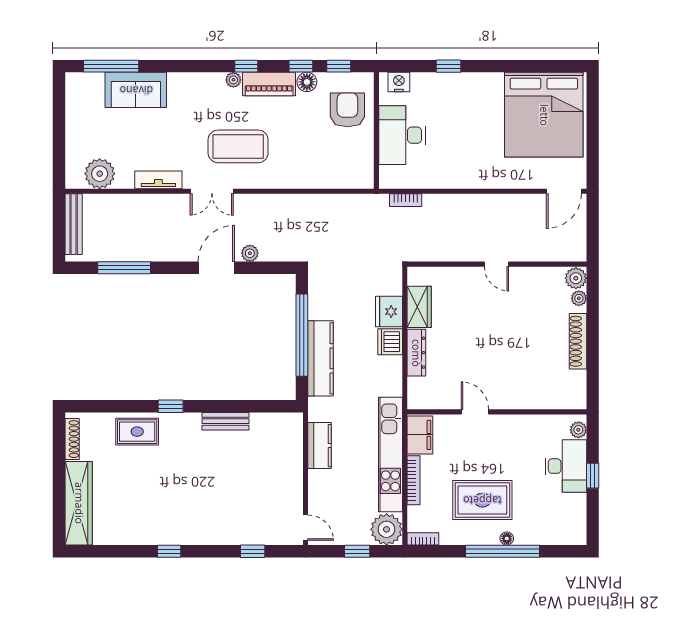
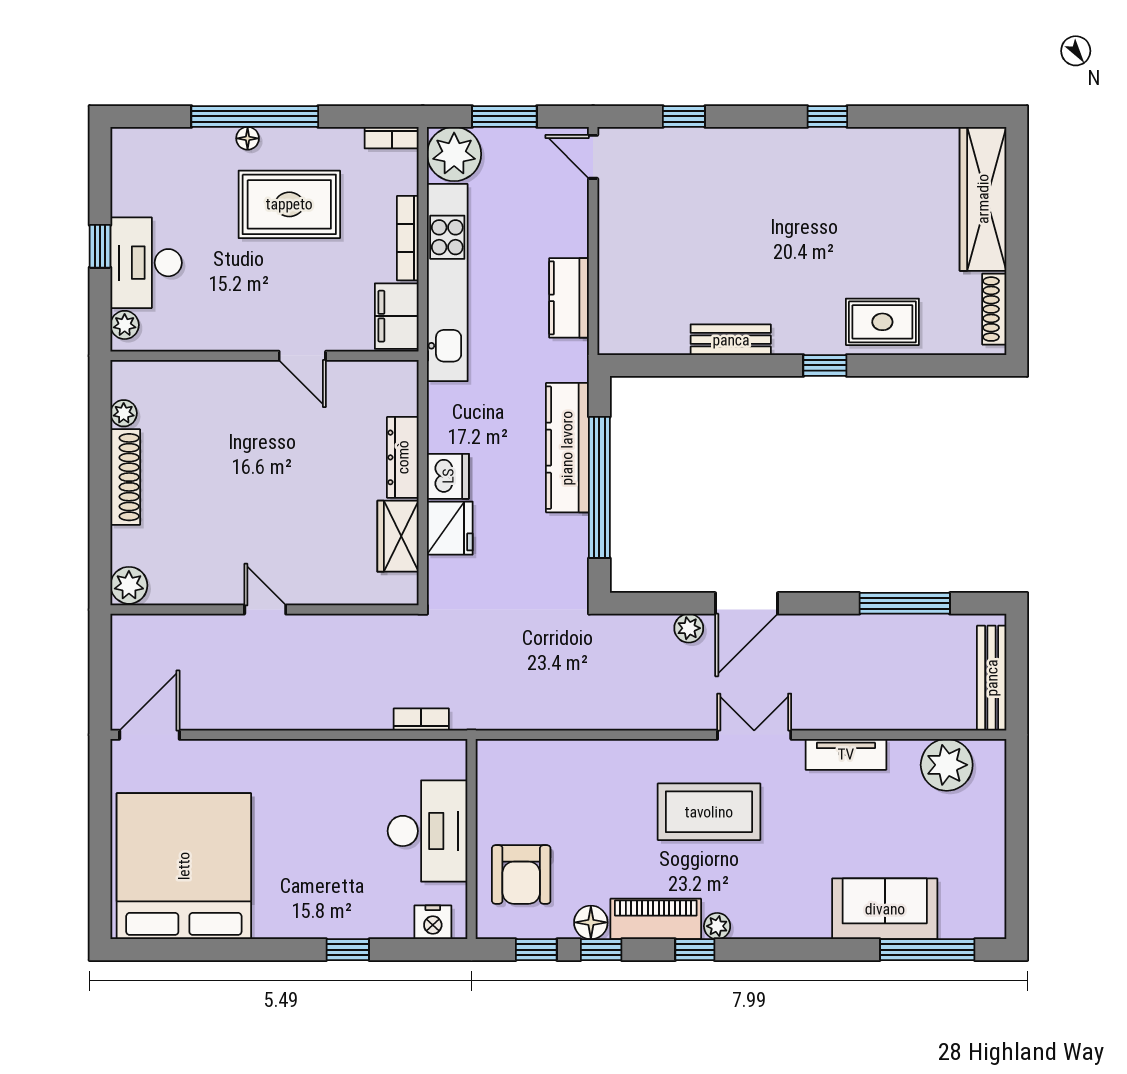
plant: (579, 298) -> (124, 413), moved
window: (357, 551) -> (504, 116), width x1.50

